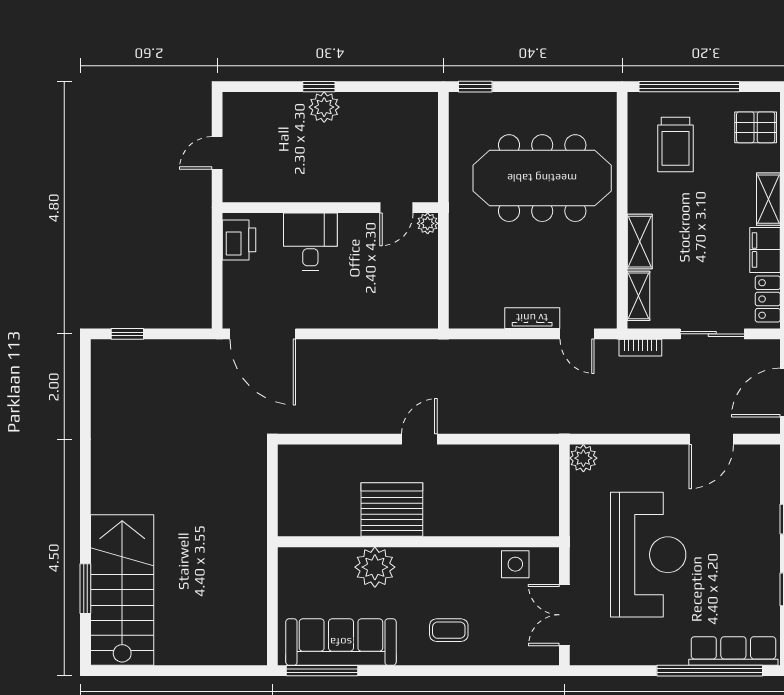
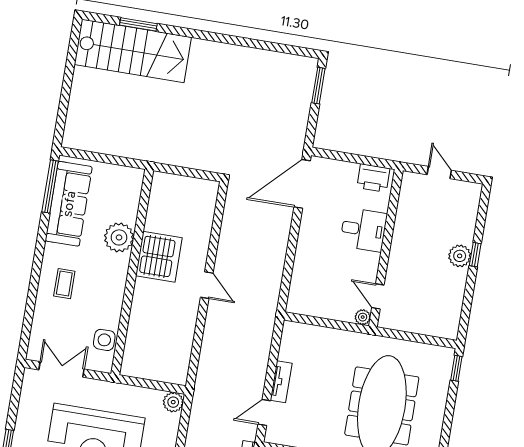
window: (127, 334) -> (318, 86), width x1.50

